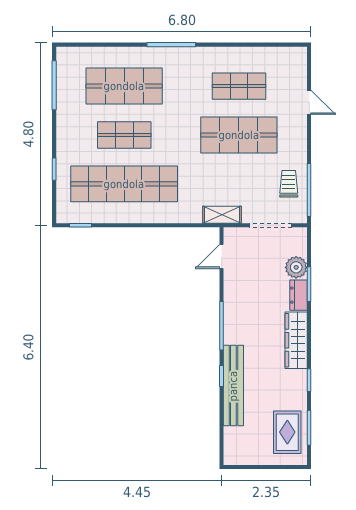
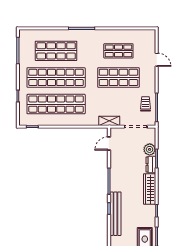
shop shelf: (124, 135) -> (56, 77), width x2.00, depth x1.36

